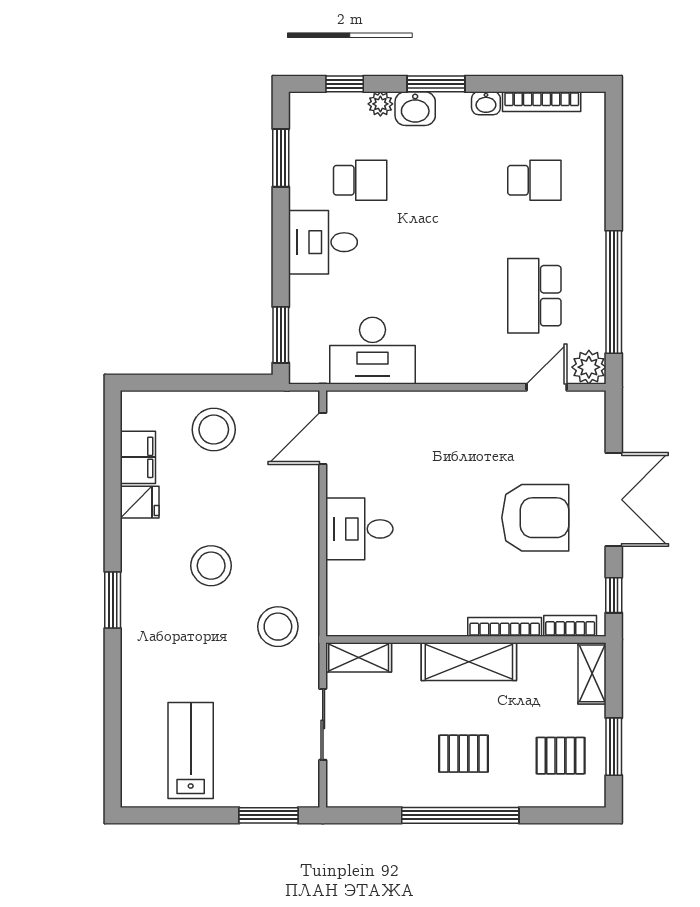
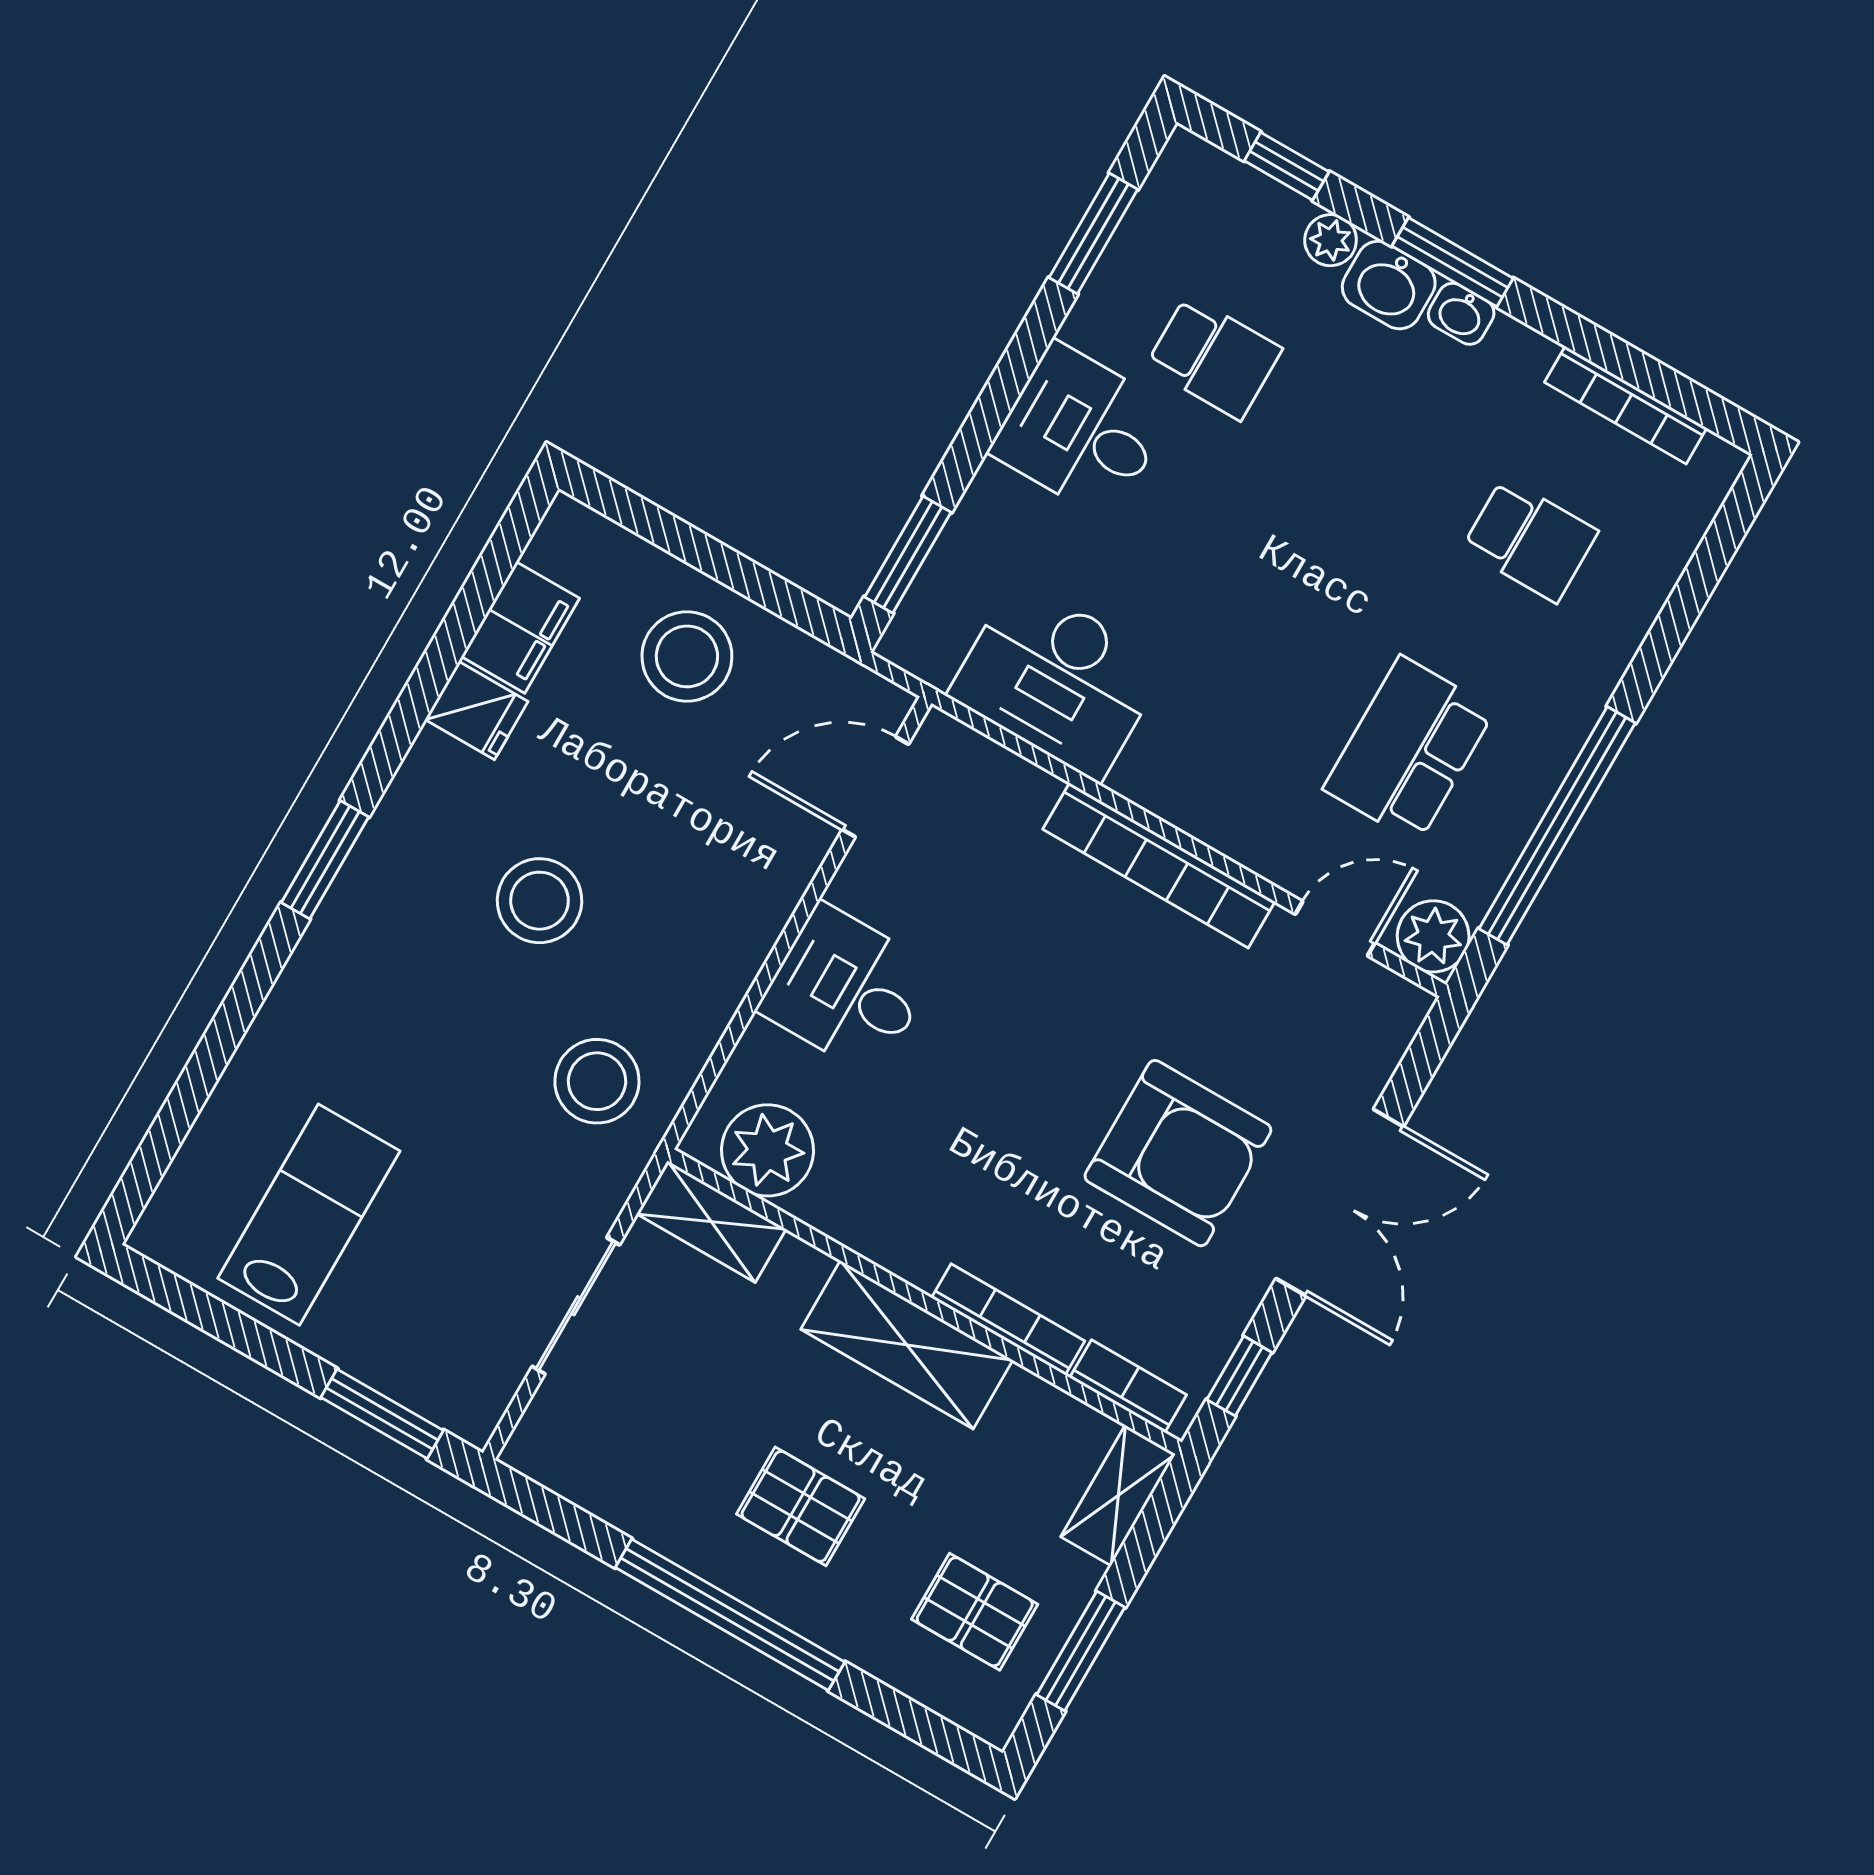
washbasin: (486, 103) -> (1461, 314), moved
bookcase: (459, 403) -> (1159, 865), added
plant: (365, 614) -> (767, 1150), added

